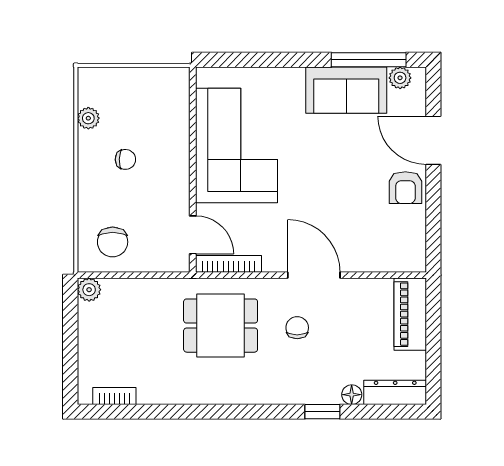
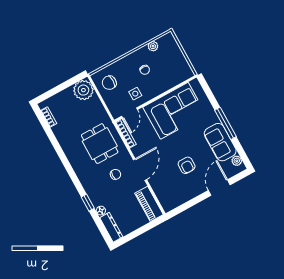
window: (369, 60) -> (226, 123), moved
armchair: (405, 188) -> (187, 165), moved, turned -90
side table: (162, 203) -> (135, 94), added
plant: (89, 290) -> (83, 90), width x1.87, depth x1.87
piano: (410, 314) -> (149, 204), moved, turned -90

